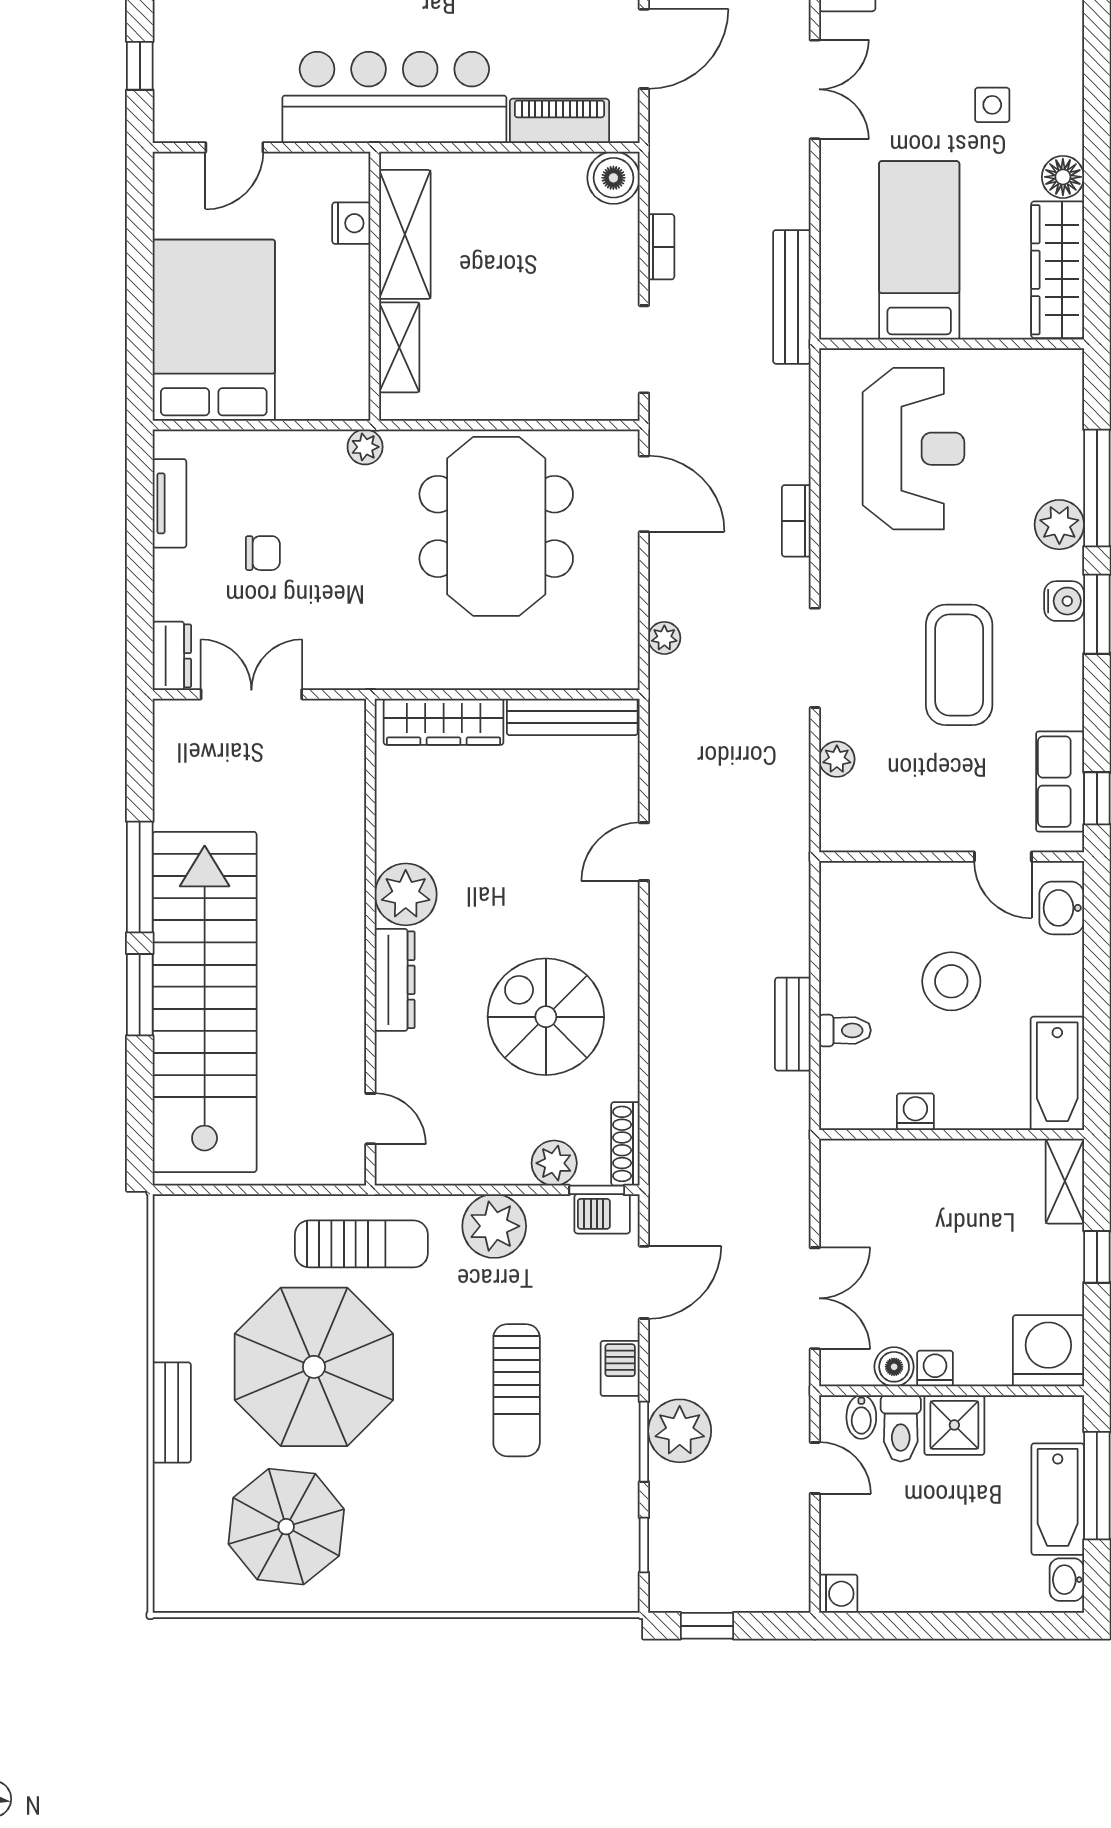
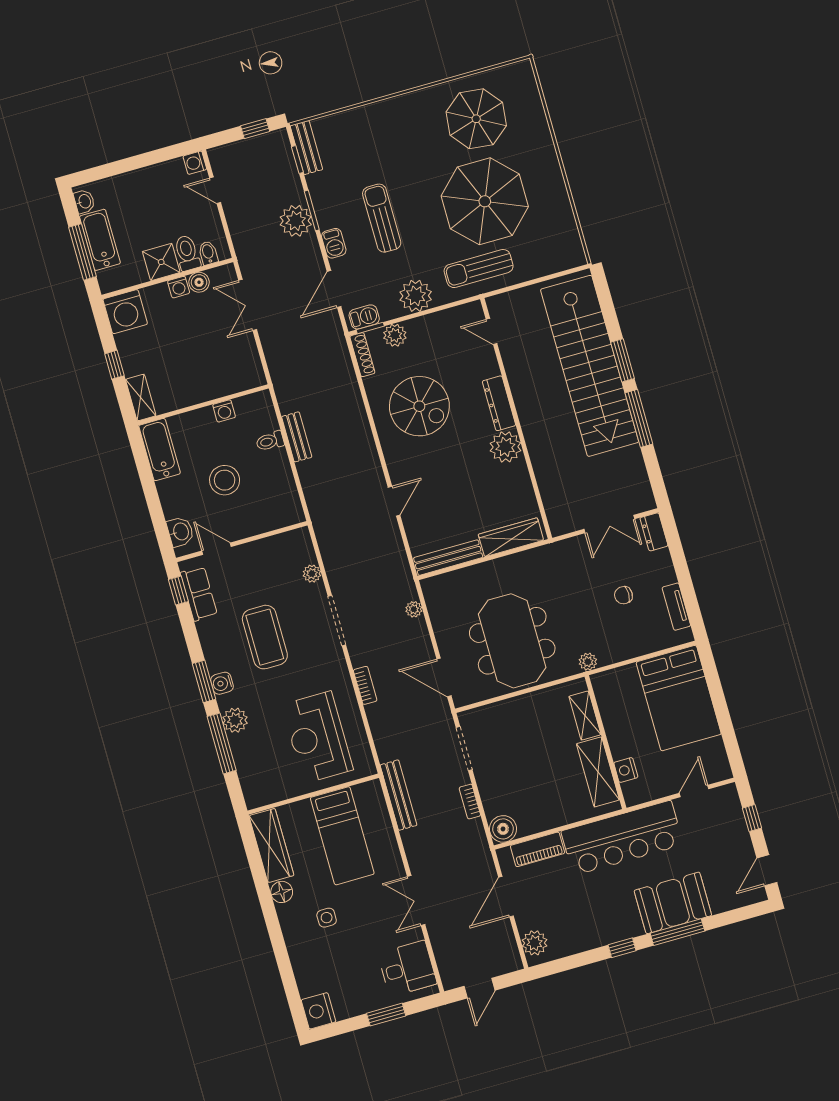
bench: (172, 1412) -> (306, 148), moved
door: (815, 1468) -> (215, 190), moved

